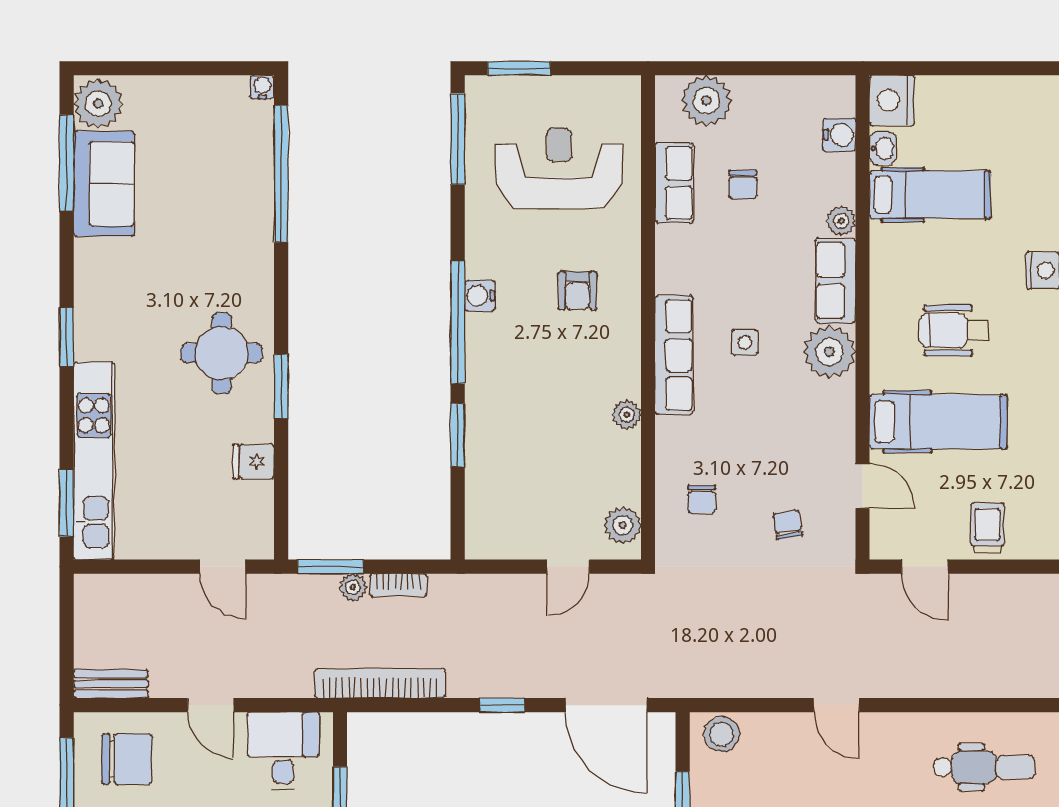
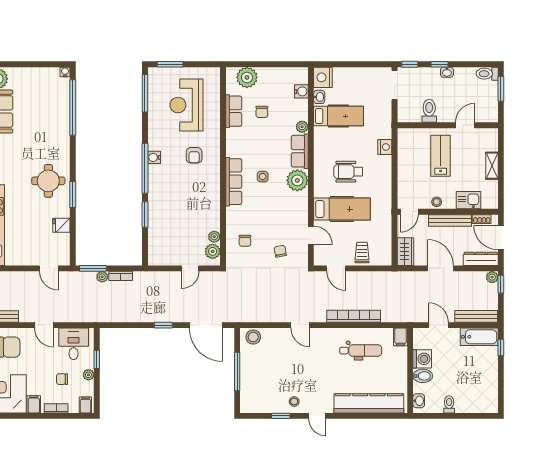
reception desk: (559, 168) -> (186, 105), turned -90
plant: (627, 415) -> (214, 237), moved
bookcase: (380, 683) -> (354, 316), moved

